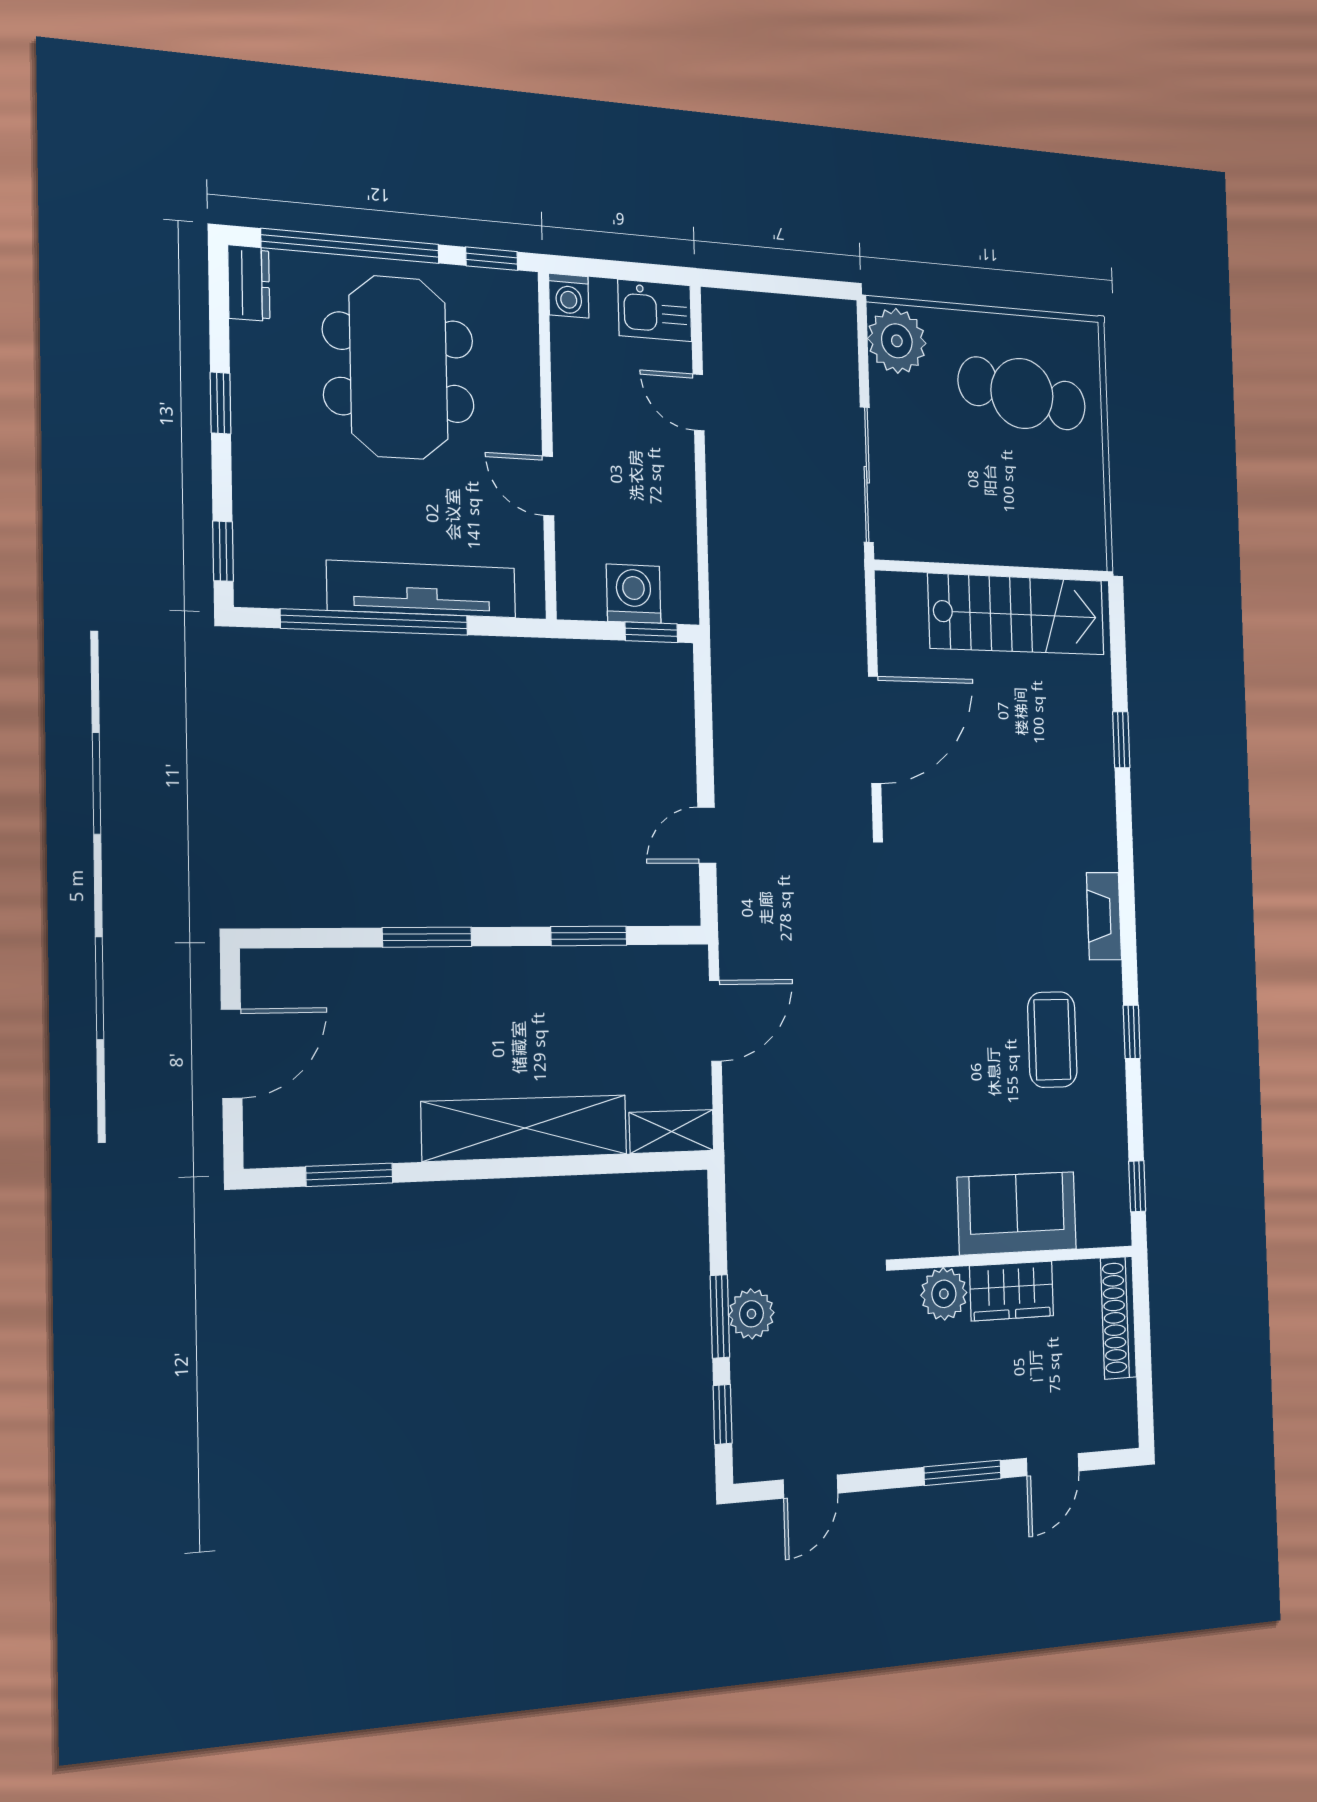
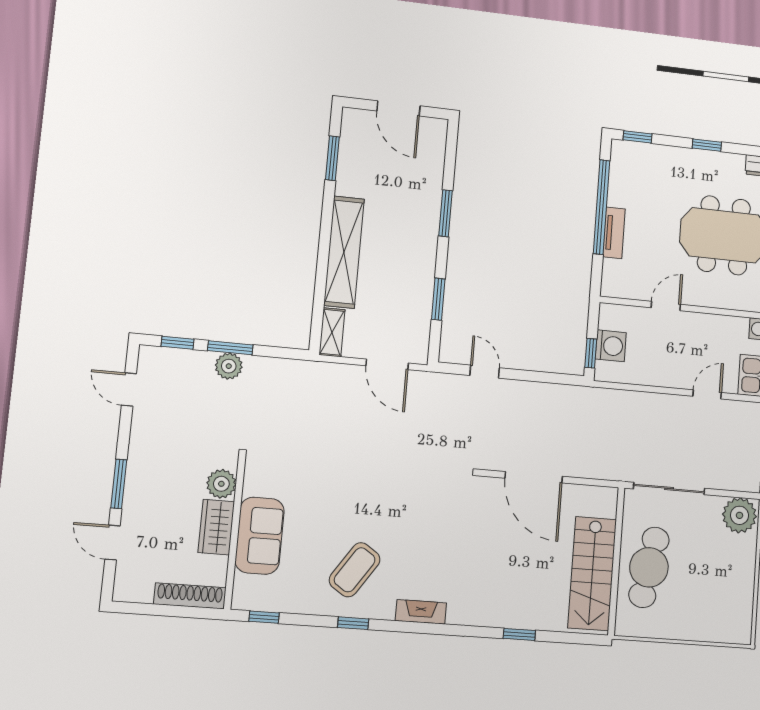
cafe table: (1022, 393) -> (649, 567), moved
tv unit: (422, 589) -> (614, 233), width x0.52, depth x0.78
coffee table: (1052, 1040) -> (355, 570), turned -56

